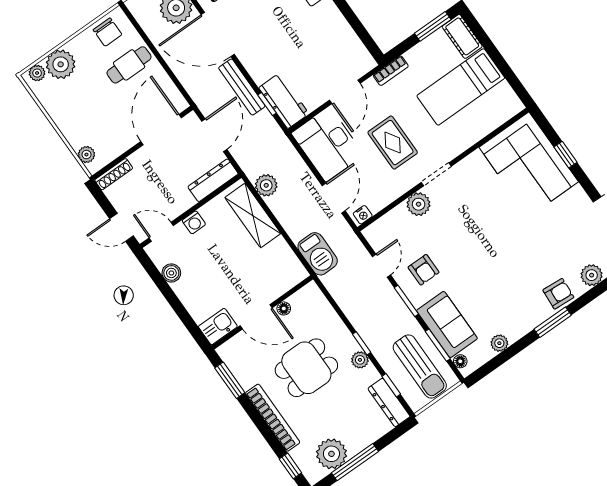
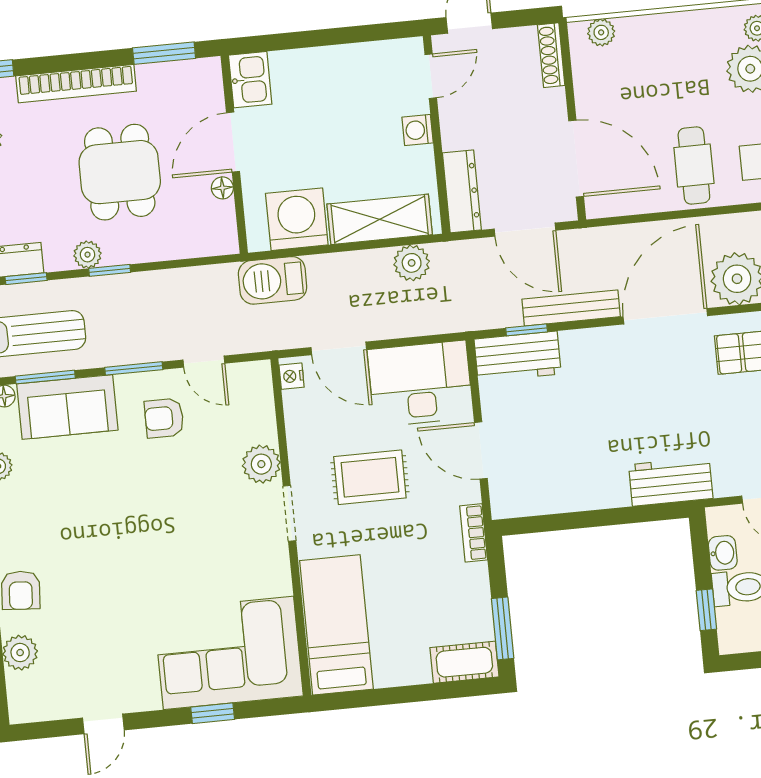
bed: (461, 87) -> (336, 625), moved
washing machine: (278, 260) -> (297, 219), added
boiler: (171, 273) -> (364, 57), removed

